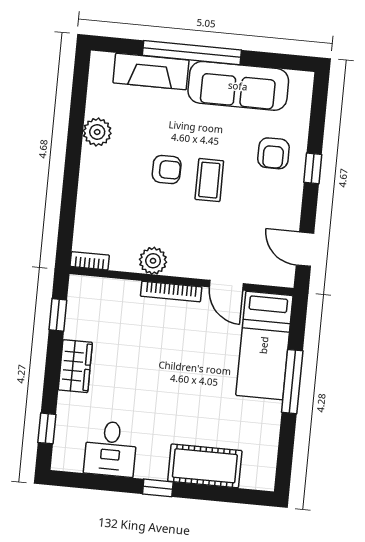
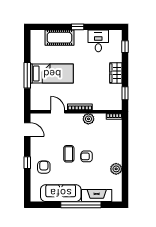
bed: (264, 345) -> (52, 74), moved, turned 90

